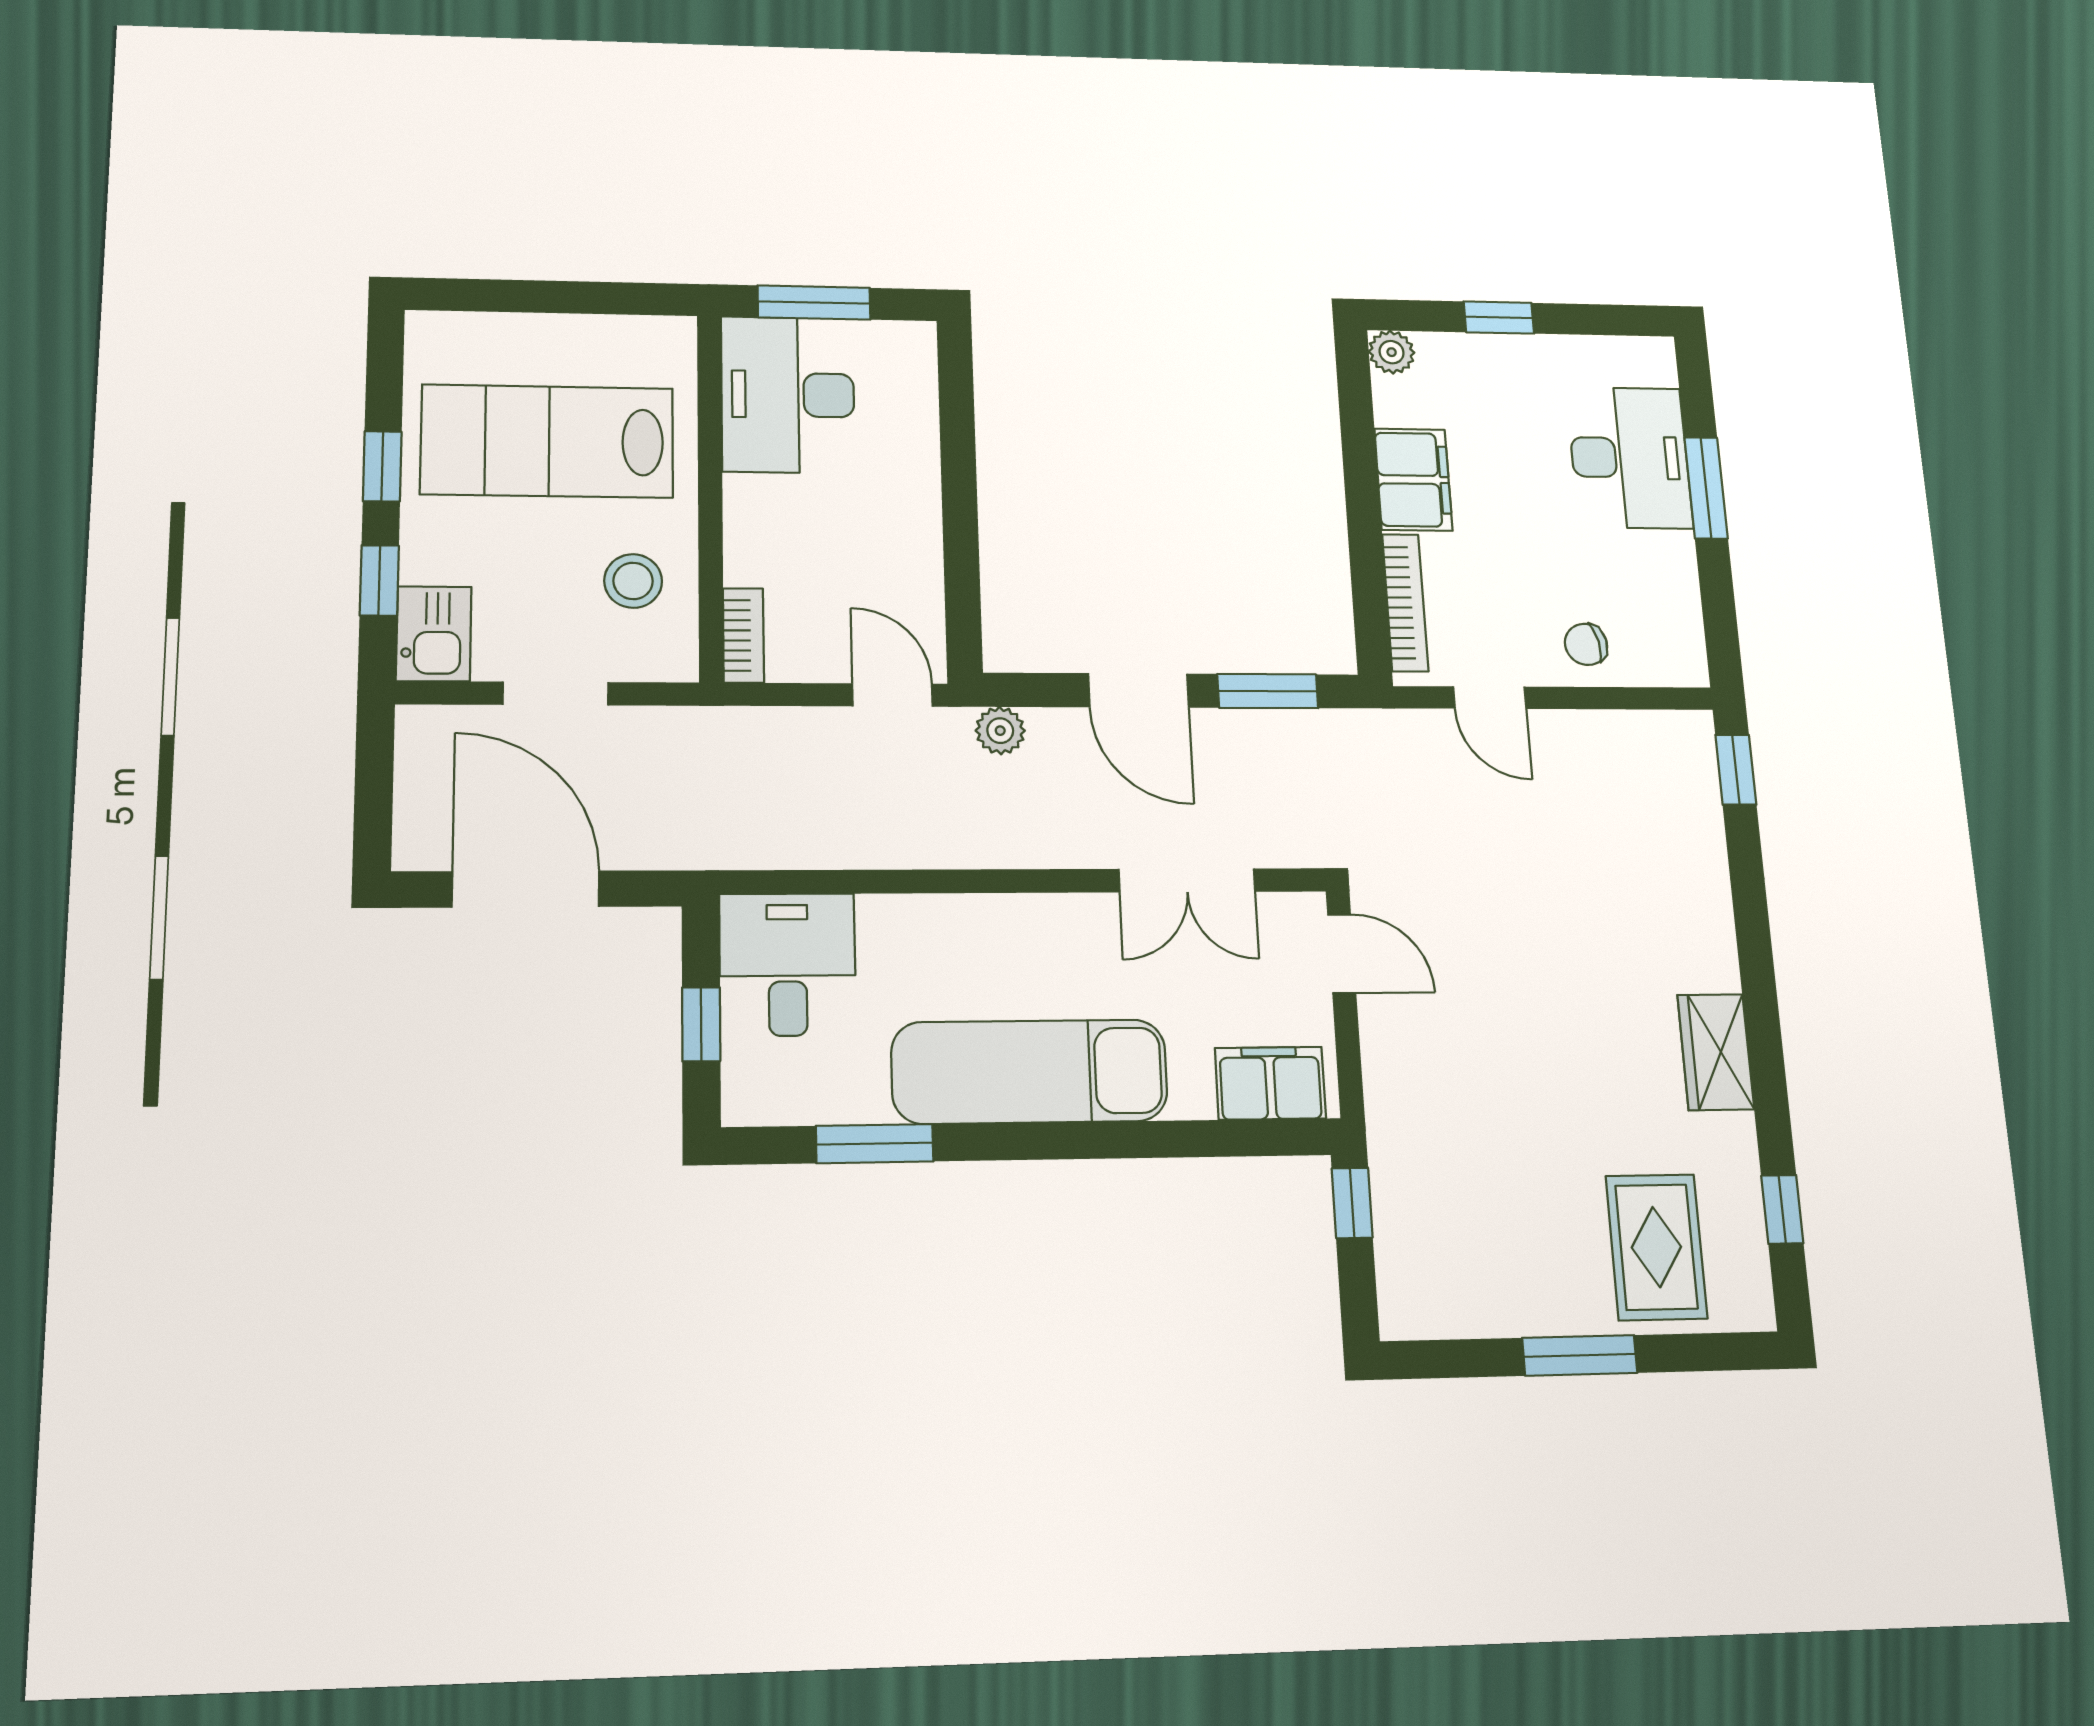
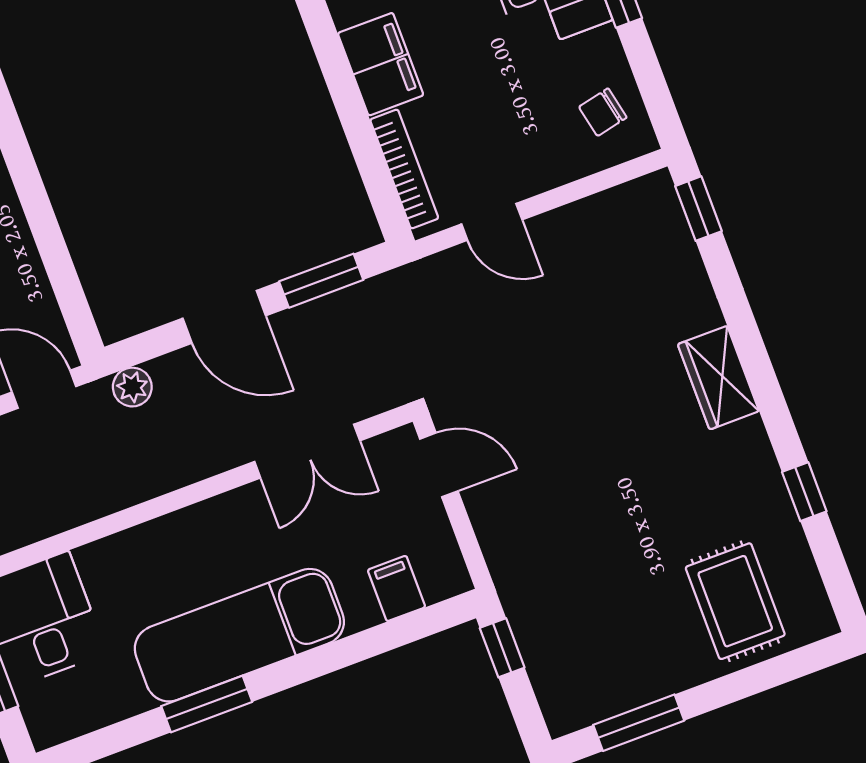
chair: (1586, 644) -> (603, 112), moved
wardrobe: (1716, 1052) -> (718, 378), moved
filing cabinet: (1270, 1083) -> (397, 588), width x0.50
window: (875, 1144) -> (207, 704), moved
window: (1782, 1209) -> (804, 492), moved
window: (1580, 1355) -> (639, 723), moved

